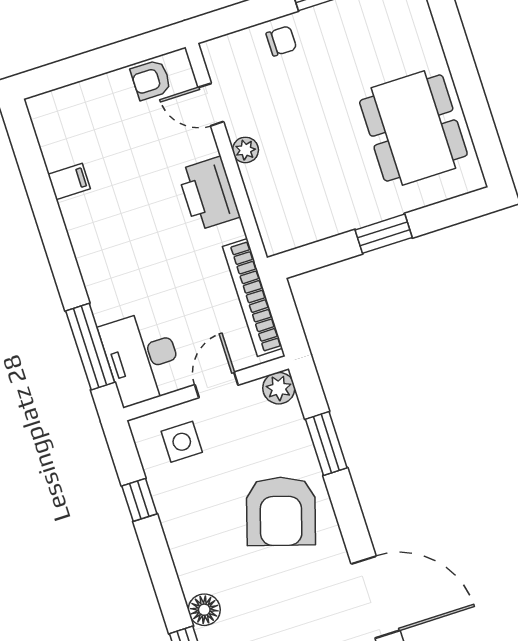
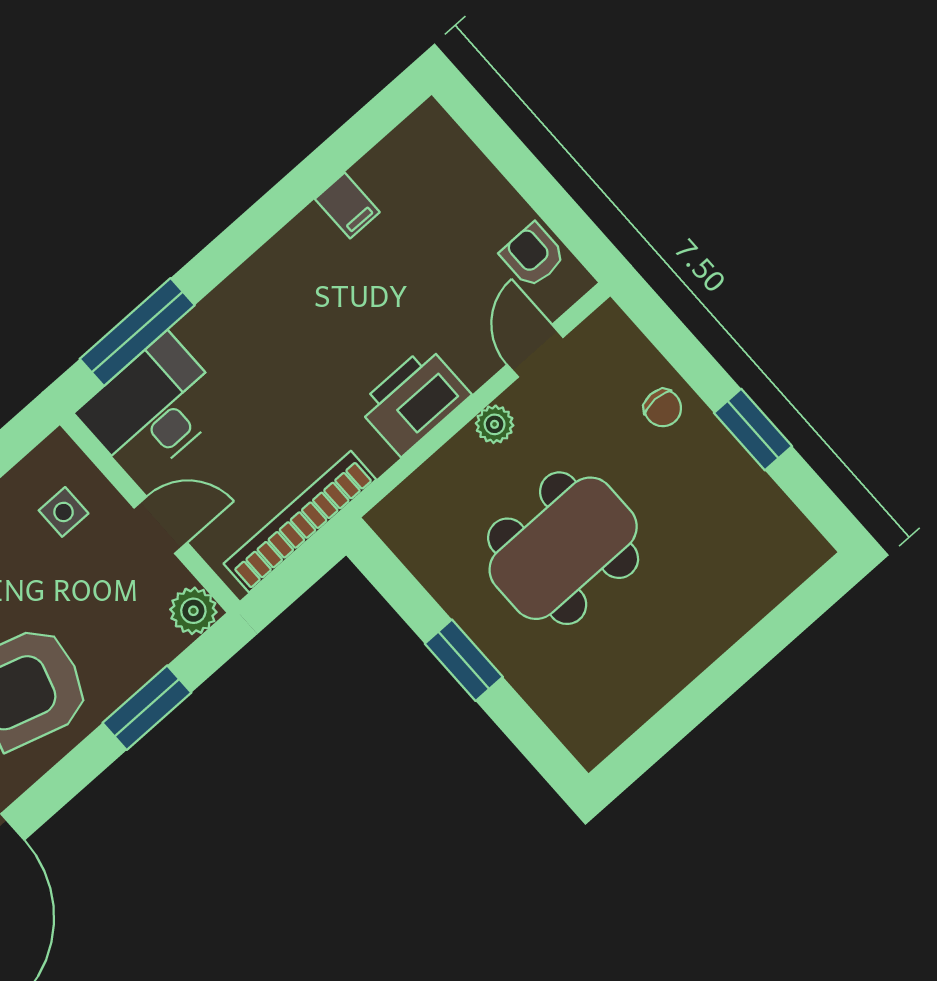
dining table: (413, 128) -> (563, 548), moved
side table: (182, 442) -> (64, 512), width x0.73, depth x0.73

